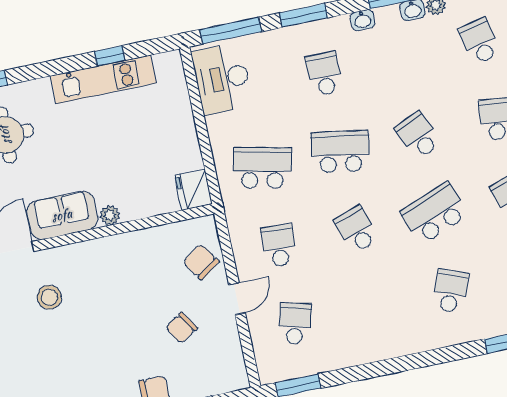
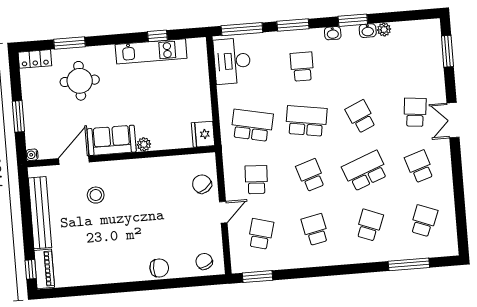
school desk: (480, 41) -> (315, 230), moved
chair: (181, 328) -> (204, 261), moved, turned 98

